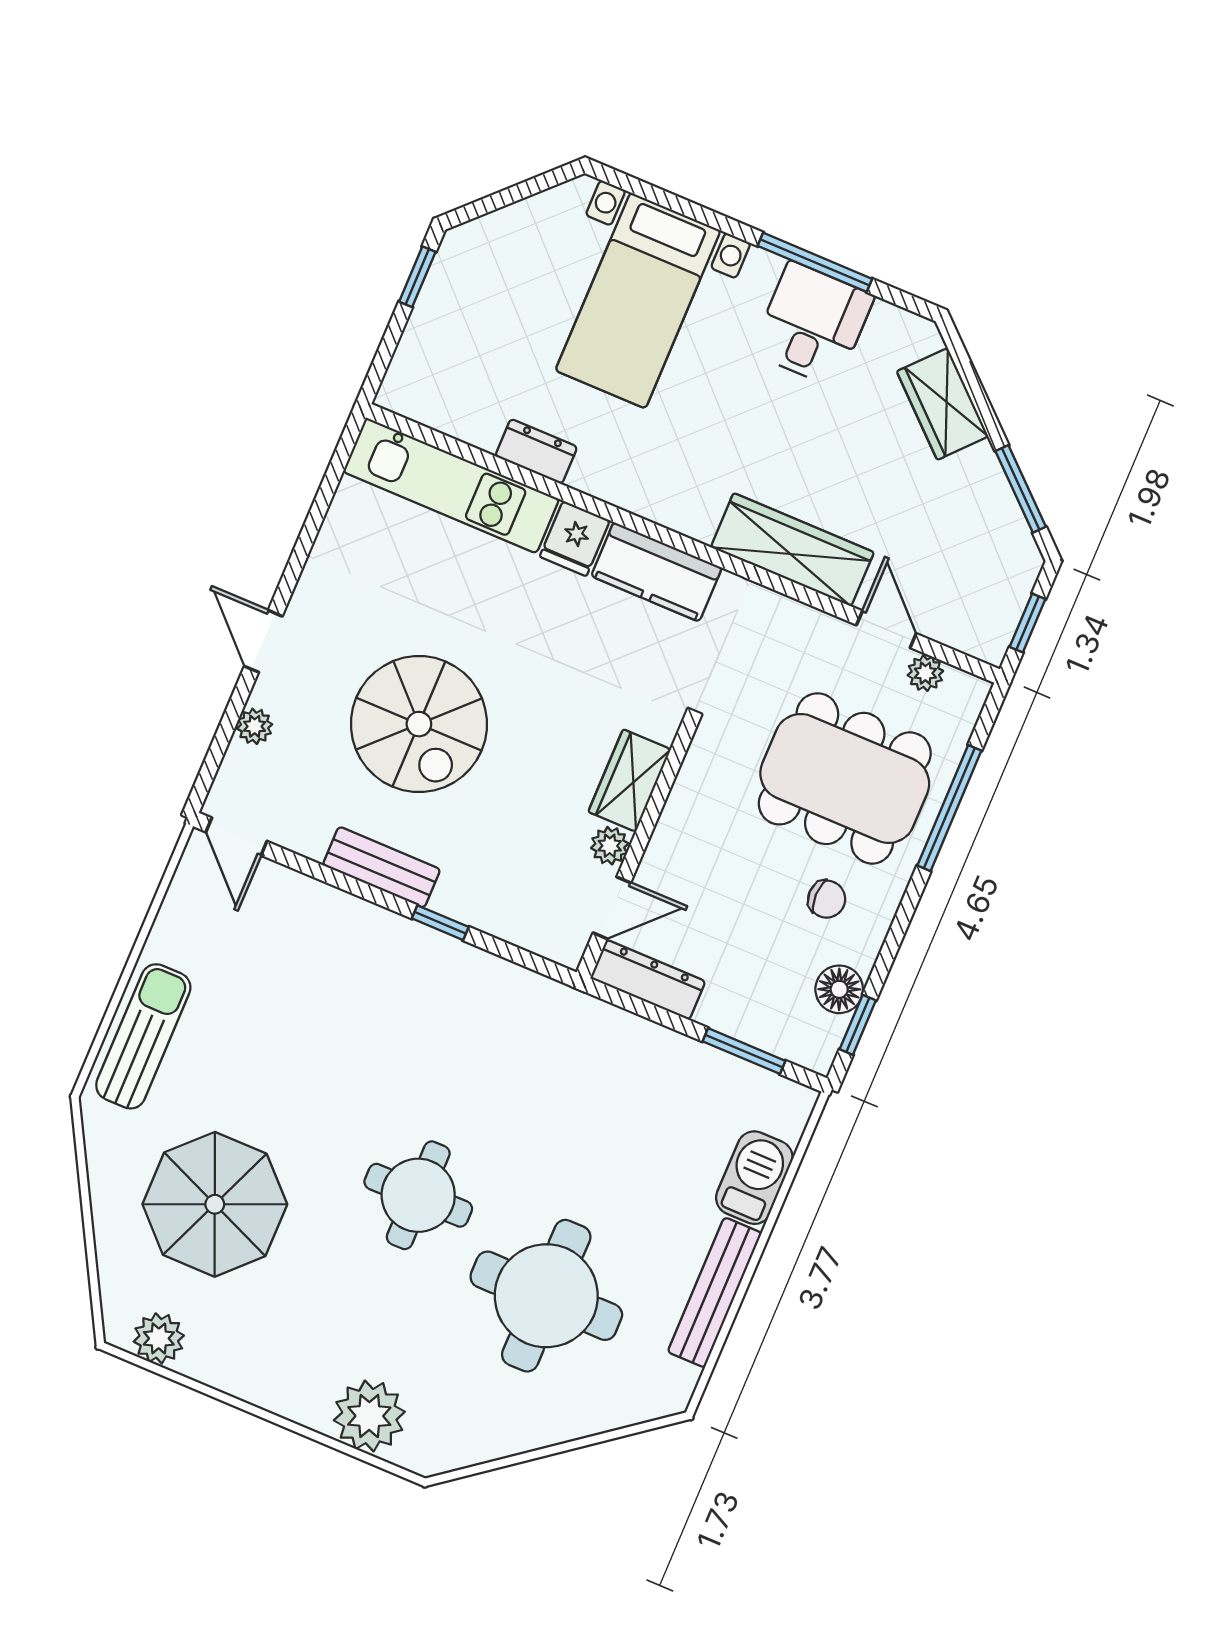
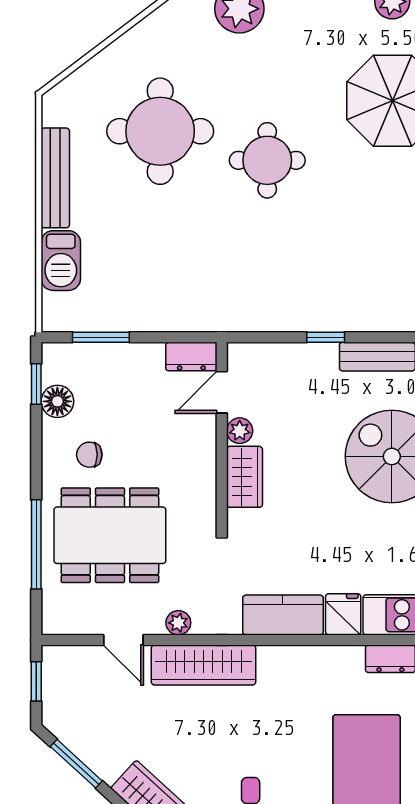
plant: (925, 673) -> (178, 623), moved
dresser: (648, 980) -> (191, 357), width x0.70

